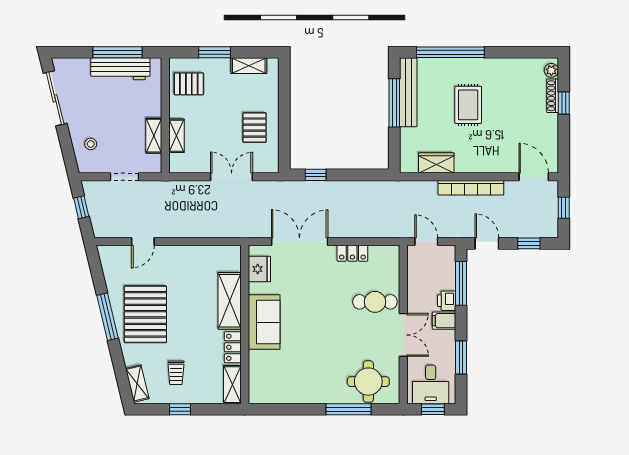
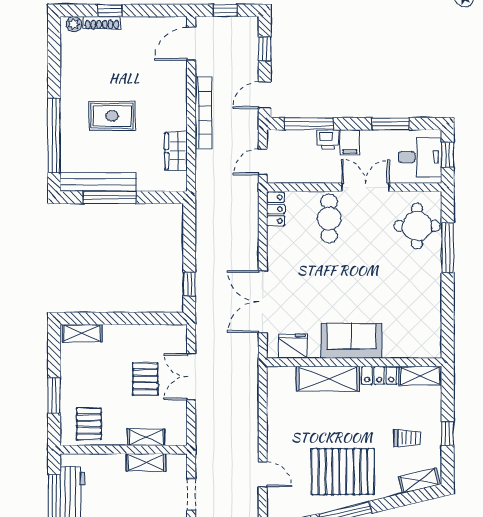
shelving: (249, 66) -> (82, 333), moved, turned 90
pallet: (255, 128) -> (145, 379), moved, turned 90
locker: (352, 253) -> (276, 209), moved

